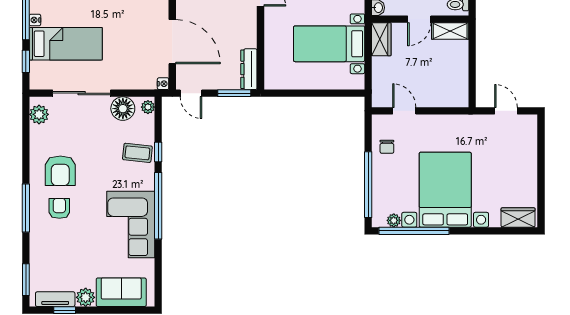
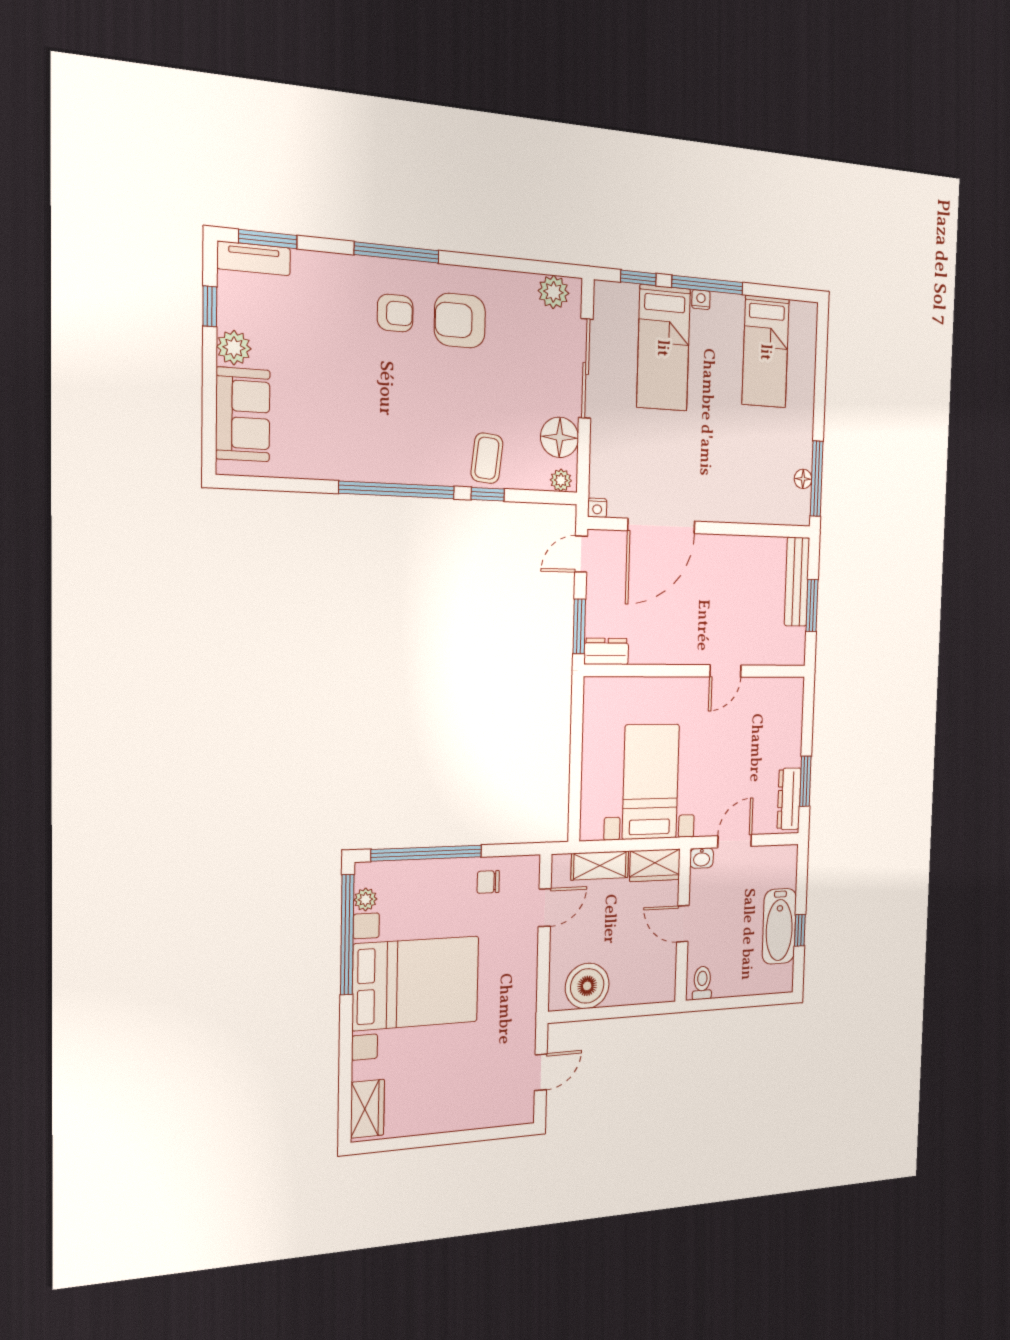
shelving: (450, 31) -> (600, 866), moved, turned 90
dresser: (249, 69) -> (606, 651), width x0.70
boiler: (454, 82) -> (587, 986), added
corner sofa: (131, 225) -> (365, 439), removed
tv unit: (55, 299) -> (254, 258), moved, turned 90

